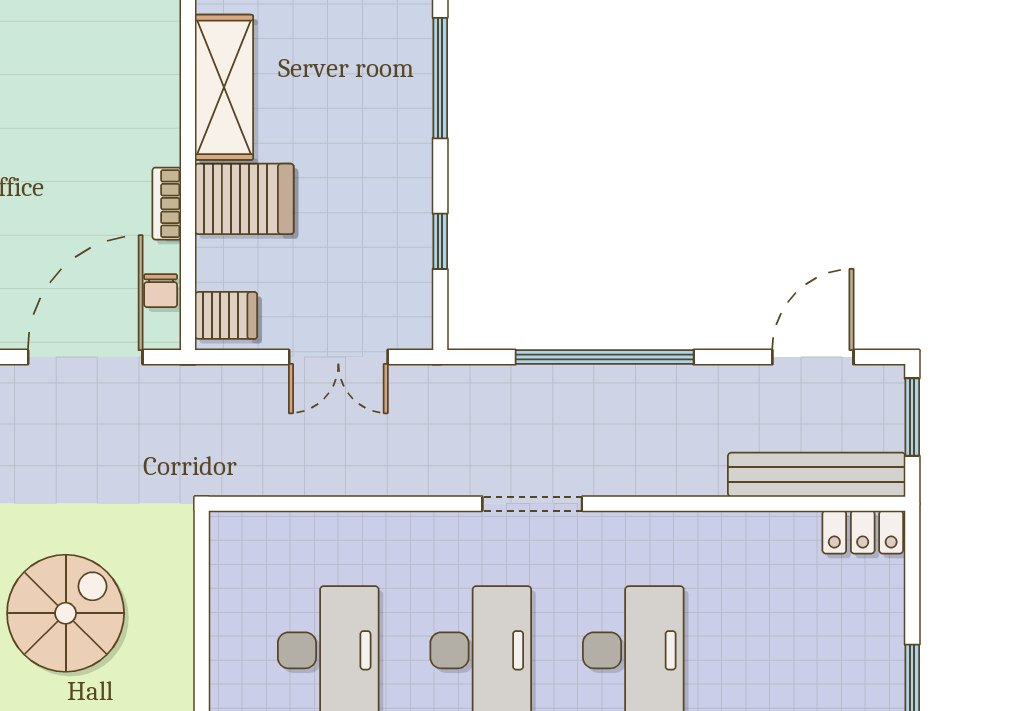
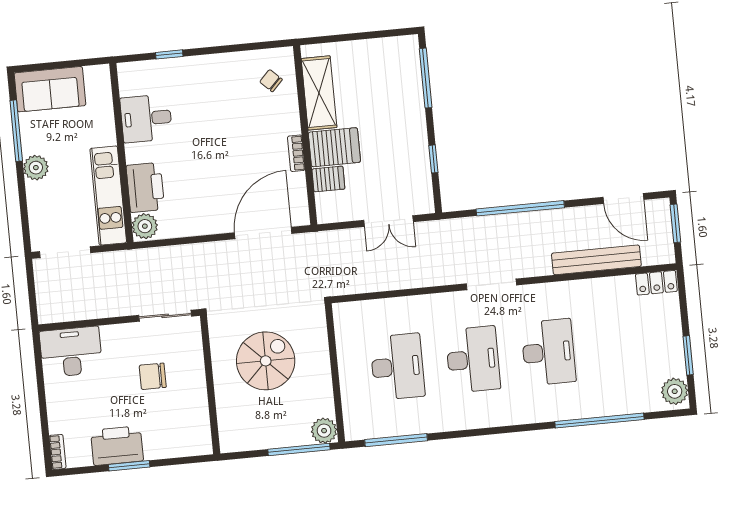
chair: (161, 291) -> (271, 81), moved, turned 134
server rack: (226, 315) -> (328, 179), moved
door: (813, 357) -> (623, 198), swing flipped
bench: (817, 475) -> (596, 260), moved

